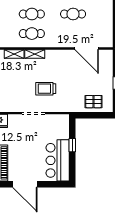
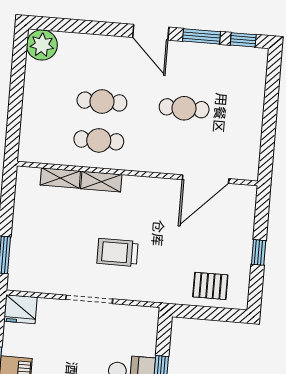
door: (87, 48) -> (206, 179), hinge flipped

